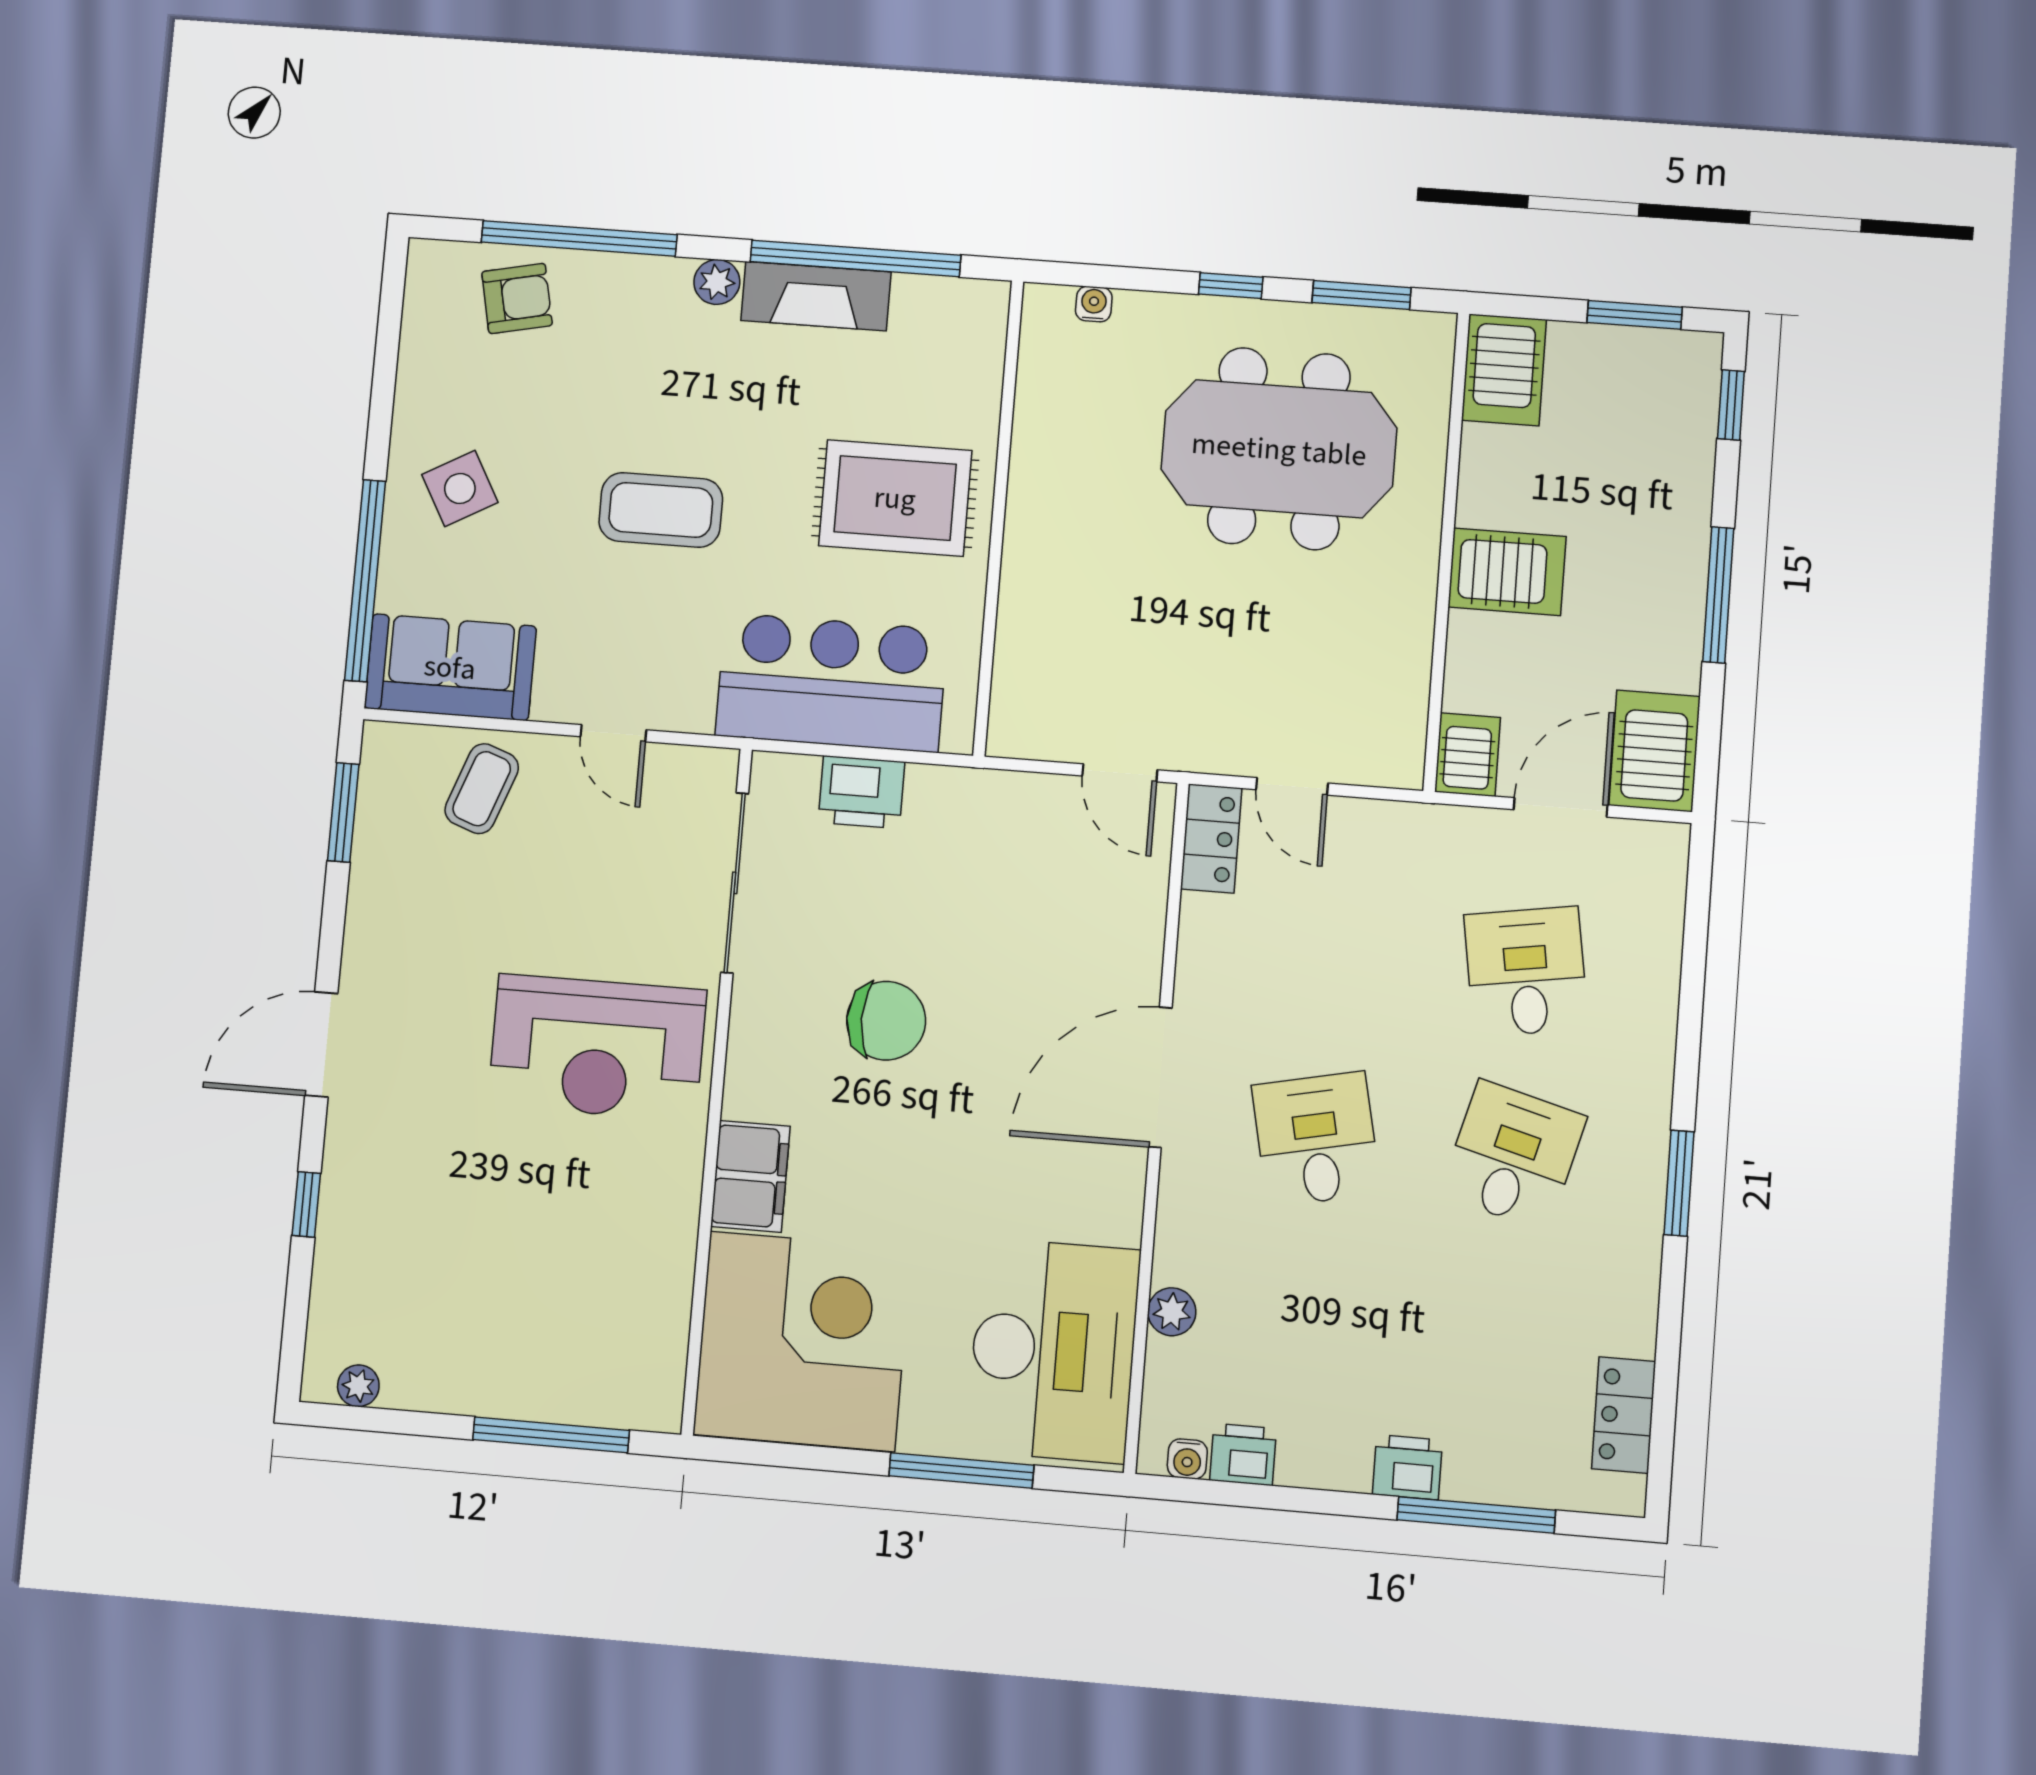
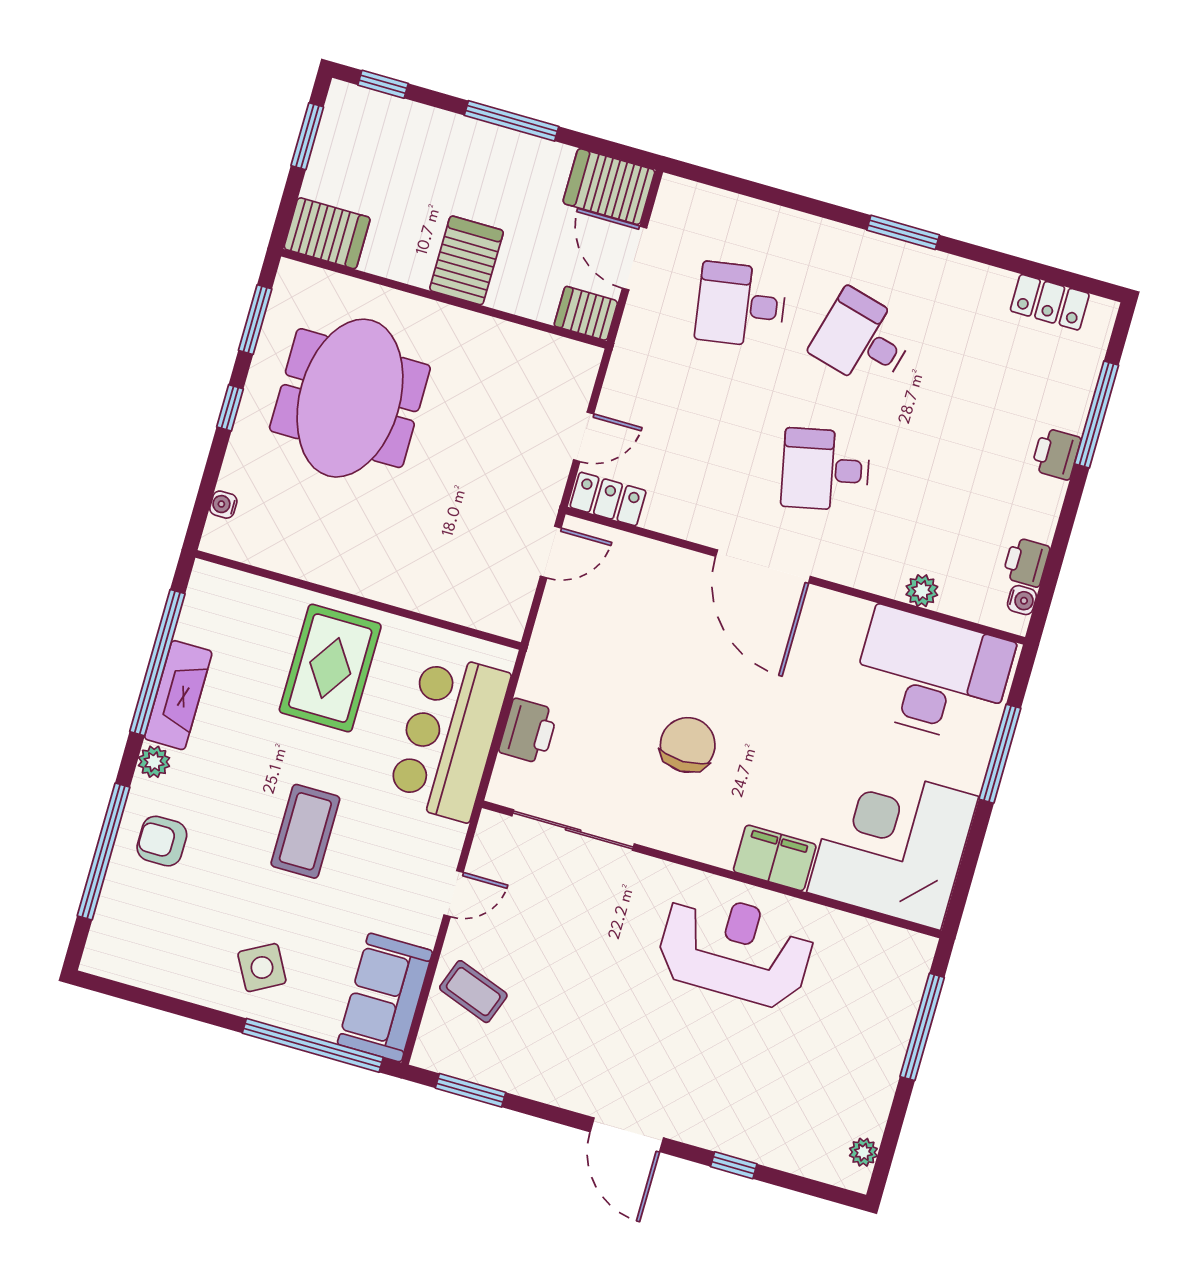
armchair: (517, 298) -> (162, 841), moved, turned -78
reception desk: (597, 1047) -> (735, 949), moved, turned -90

